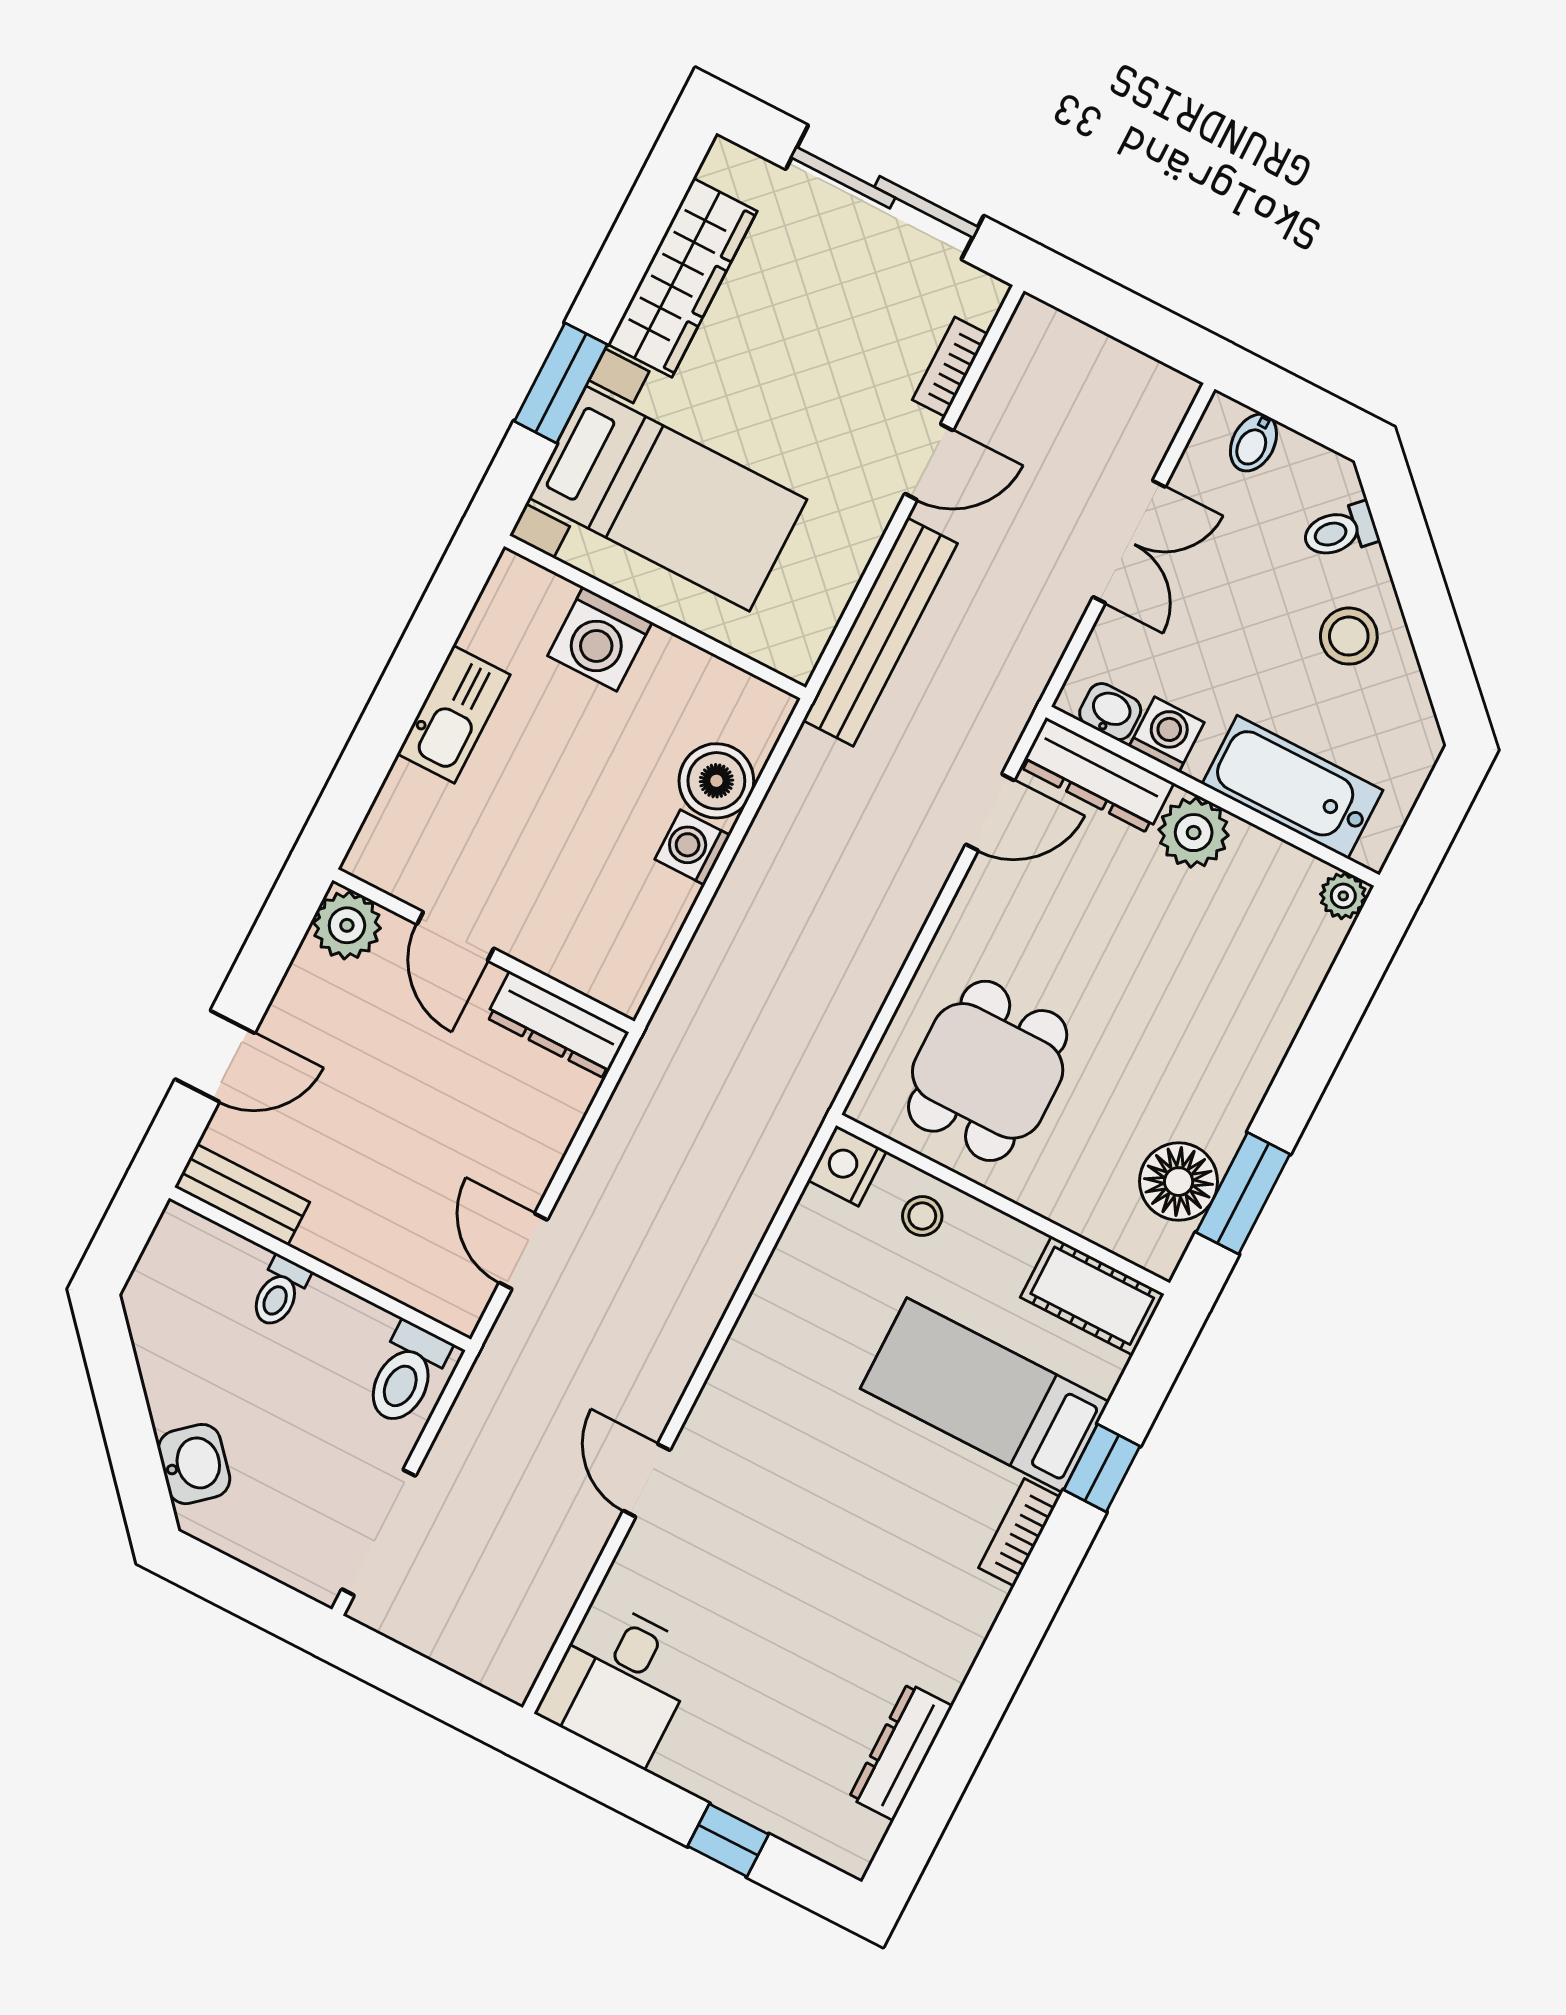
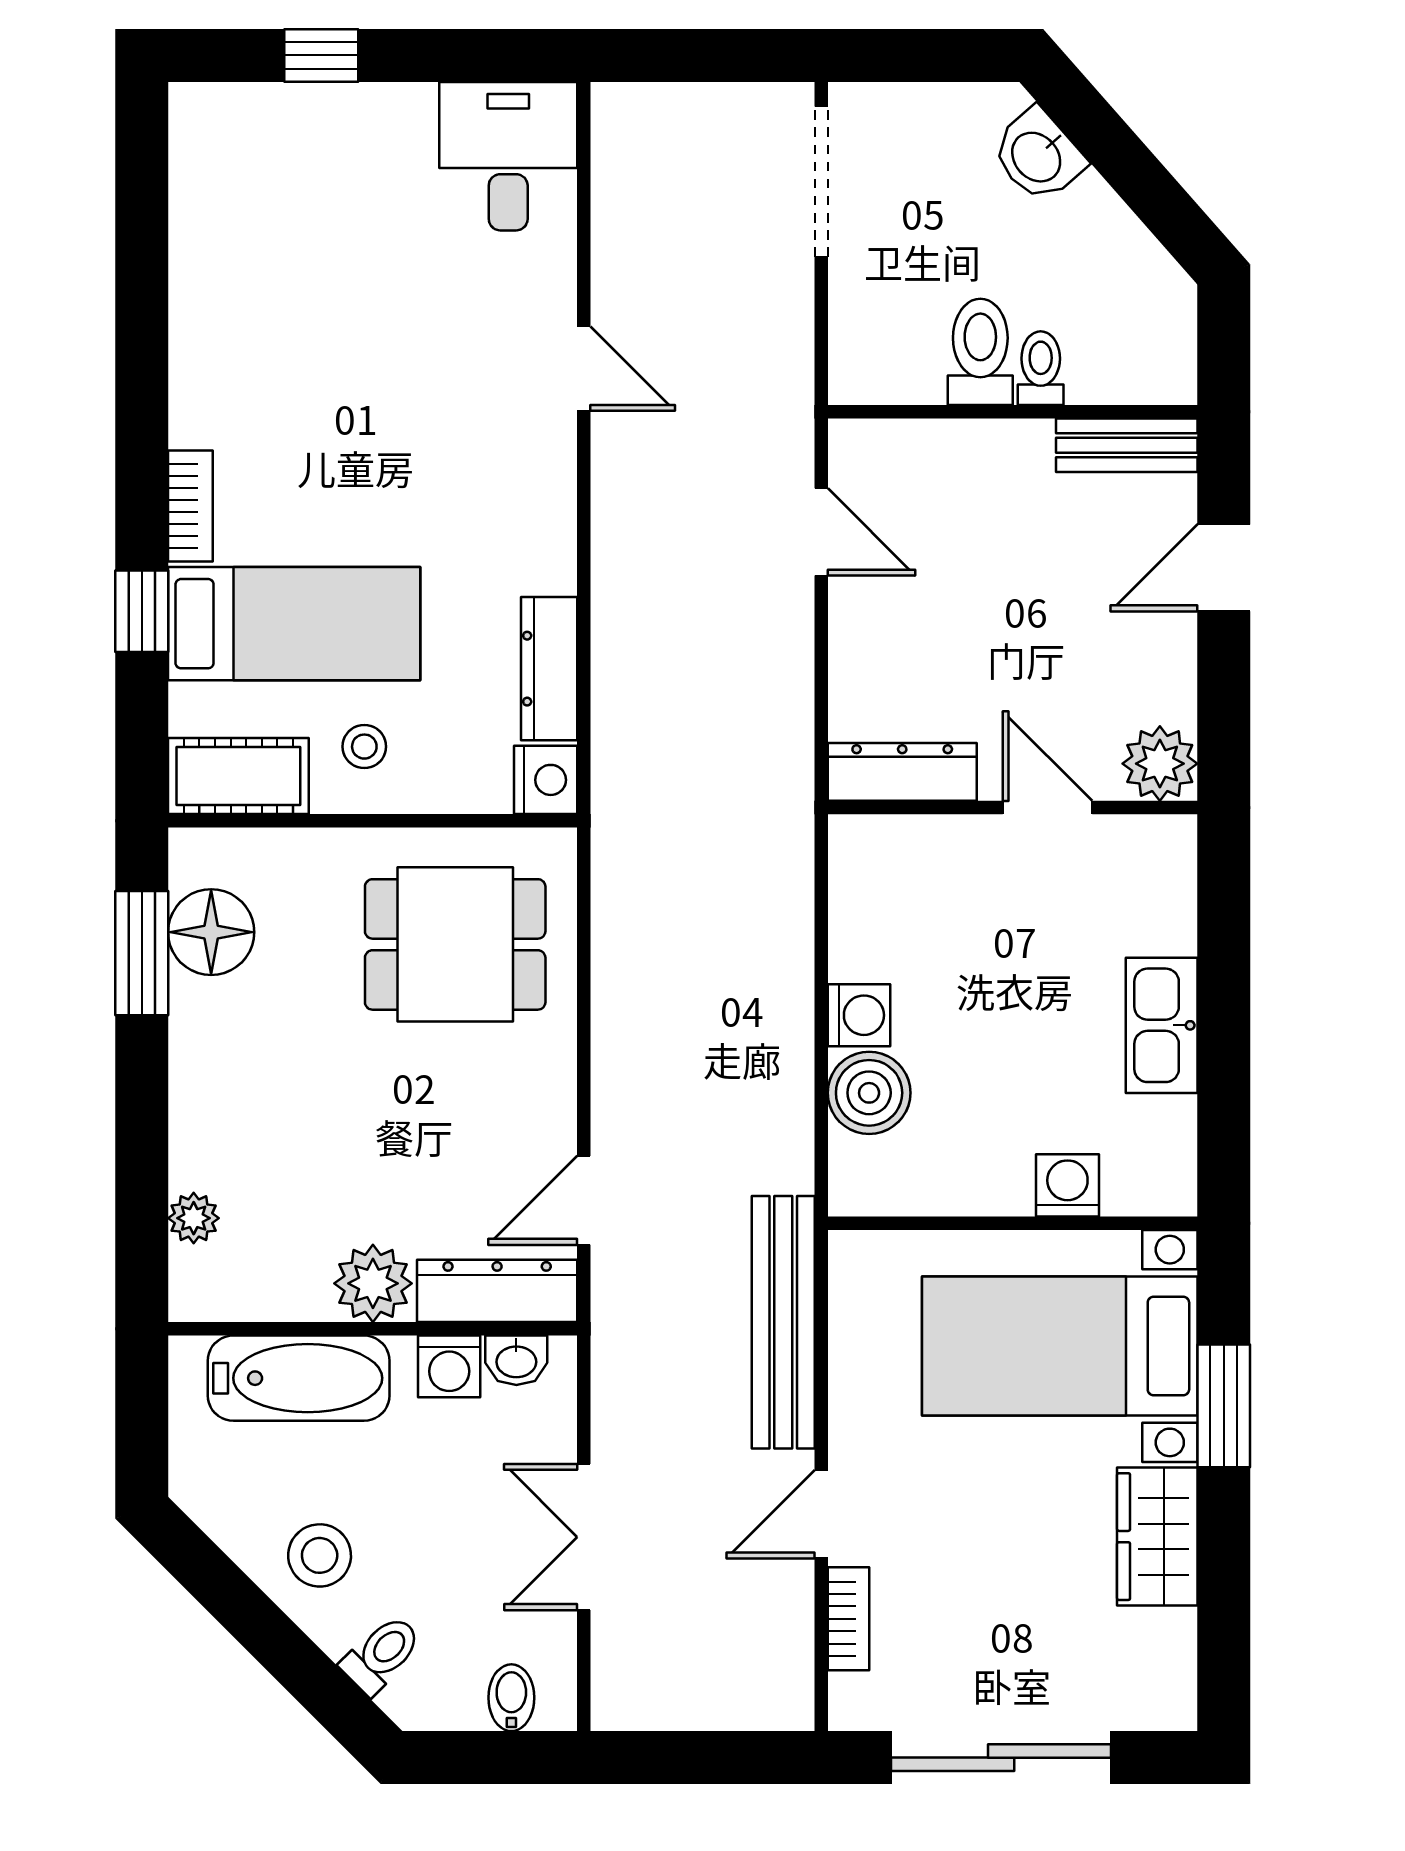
wardrobe: (682, 278) -> (1157, 1537), width x0.67
washing machine: (600, 639) -> (1067, 1185), width x0.73, depth x0.73
plant: (1343, 896) -> (194, 1218), moved
dining table: (988, 1071) -> (455, 944), turned 90
stool: (922, 1216) -> (364, 747), moved
toilet: (406, 1374) -> (980, 352), moved
dresser: (901, 1752) -> (549, 669), moved, turned 180

